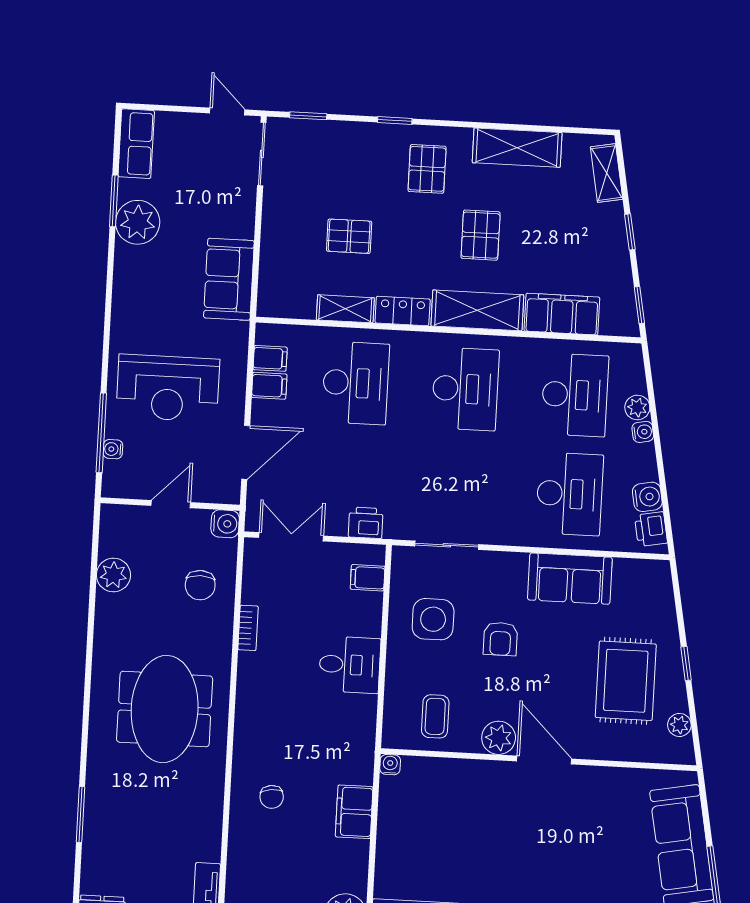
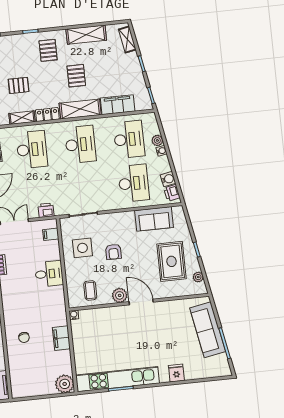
sofa: (570, 579) -> (154, 219), moved

